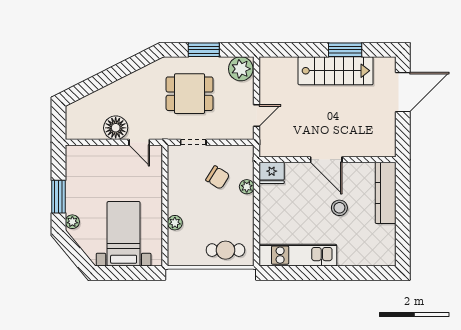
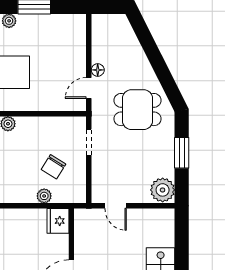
dining table: (190, 94) -> (137, 110), moved, turned 90
floor lamp: (116, 128) -> (98, 70), width x0.53, depth x0.53

